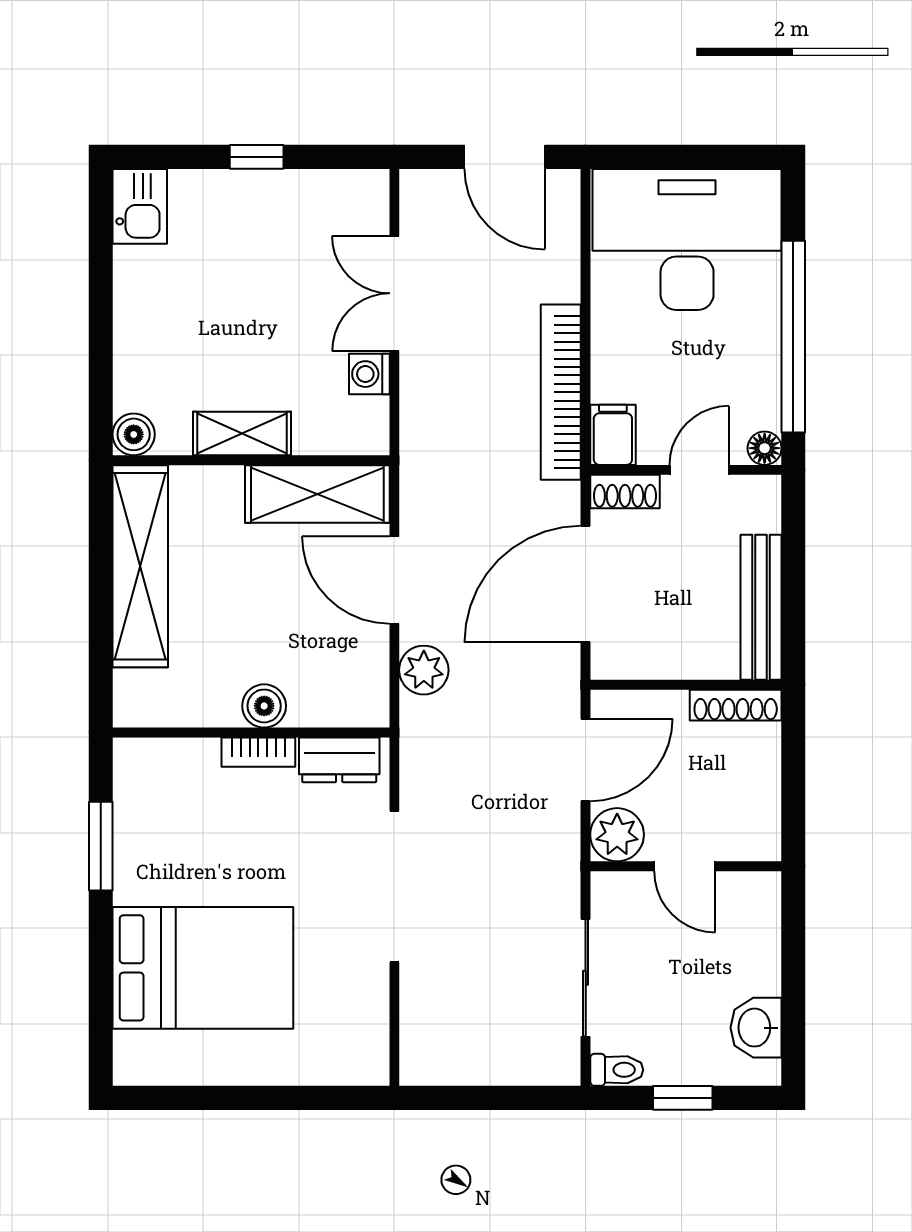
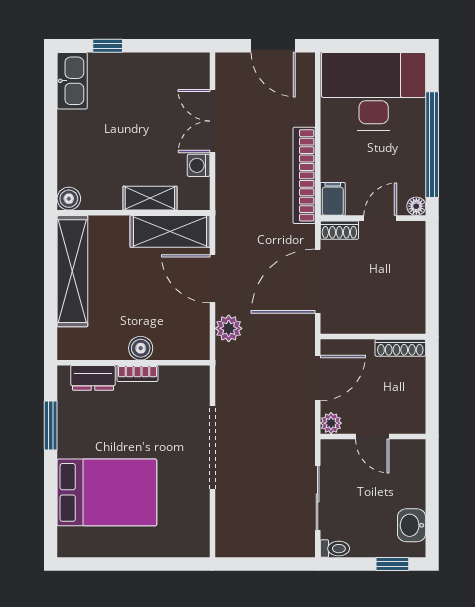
window: (257, 157) -> (108, 46), moved
kitchen sink: (140, 206) -> (72, 81), width x1.38
shelving: (242, 434) -> (150, 198), moved
bench: (761, 607) -> (414, 294), removed
dresser: (339, 760) -> (93, 378), moved
plant: (617, 835) -> (331, 423), width x0.73, depth x0.73
window: (683, 1098) -> (392, 564), moved

